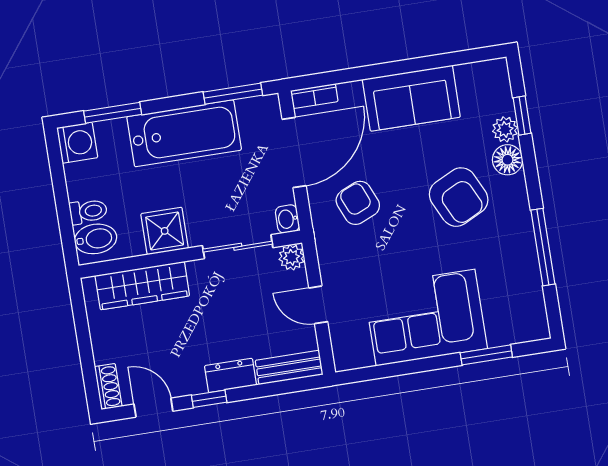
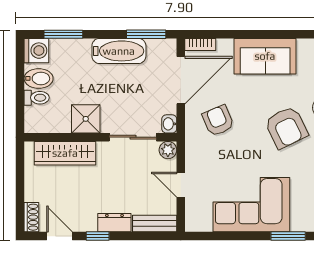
bathtub: (184, 133) -> (119, 51), width x0.73, depth x0.73
bidet: (96, 239) -> (39, 78), moved

